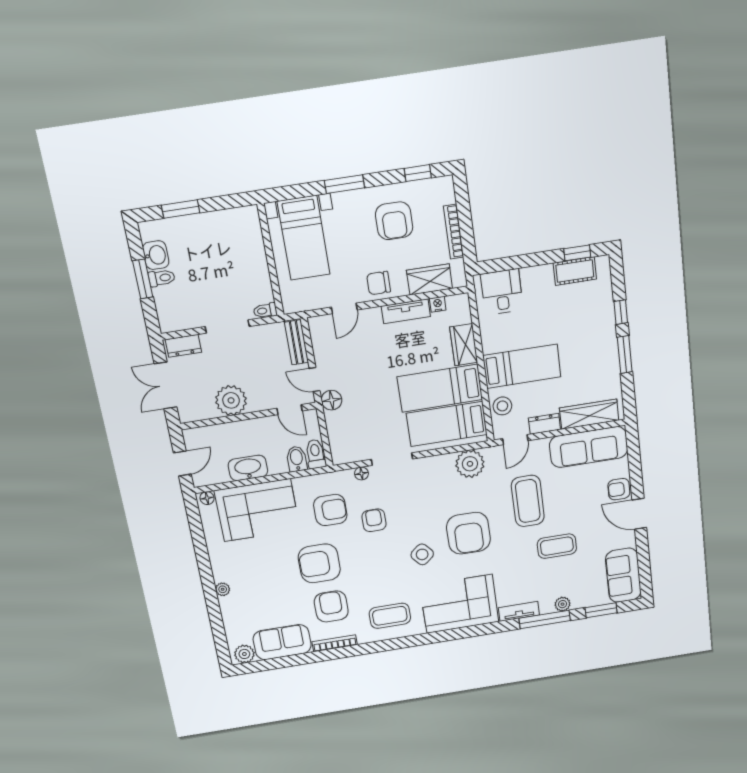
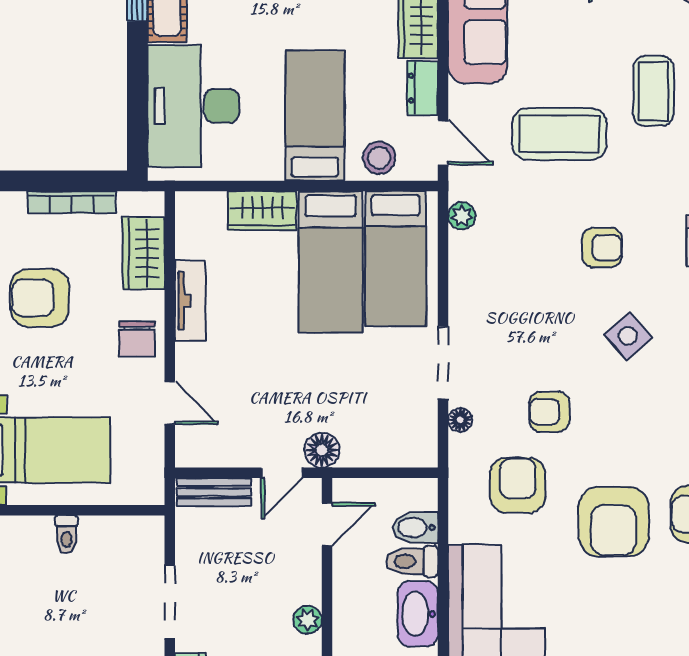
armchair: (394, 221) -> (40, 298), turned 180
desk: (502, 292) -> (193, 106), width x1.87, depth x1.30
nightstand: (438, 304) -> (187, 245), removed
toilet: (265, 311) -> (66, 534), moved
plant: (231, 400) -> (308, 620), width x0.53, depth x0.53
toilet: (316, 454) -> (412, 561), moved
plant: (470, 464) -> (462, 216), width x0.53, depth x0.53
armchair: (468, 533) -> (602, 248), width x0.53, depth x0.53

